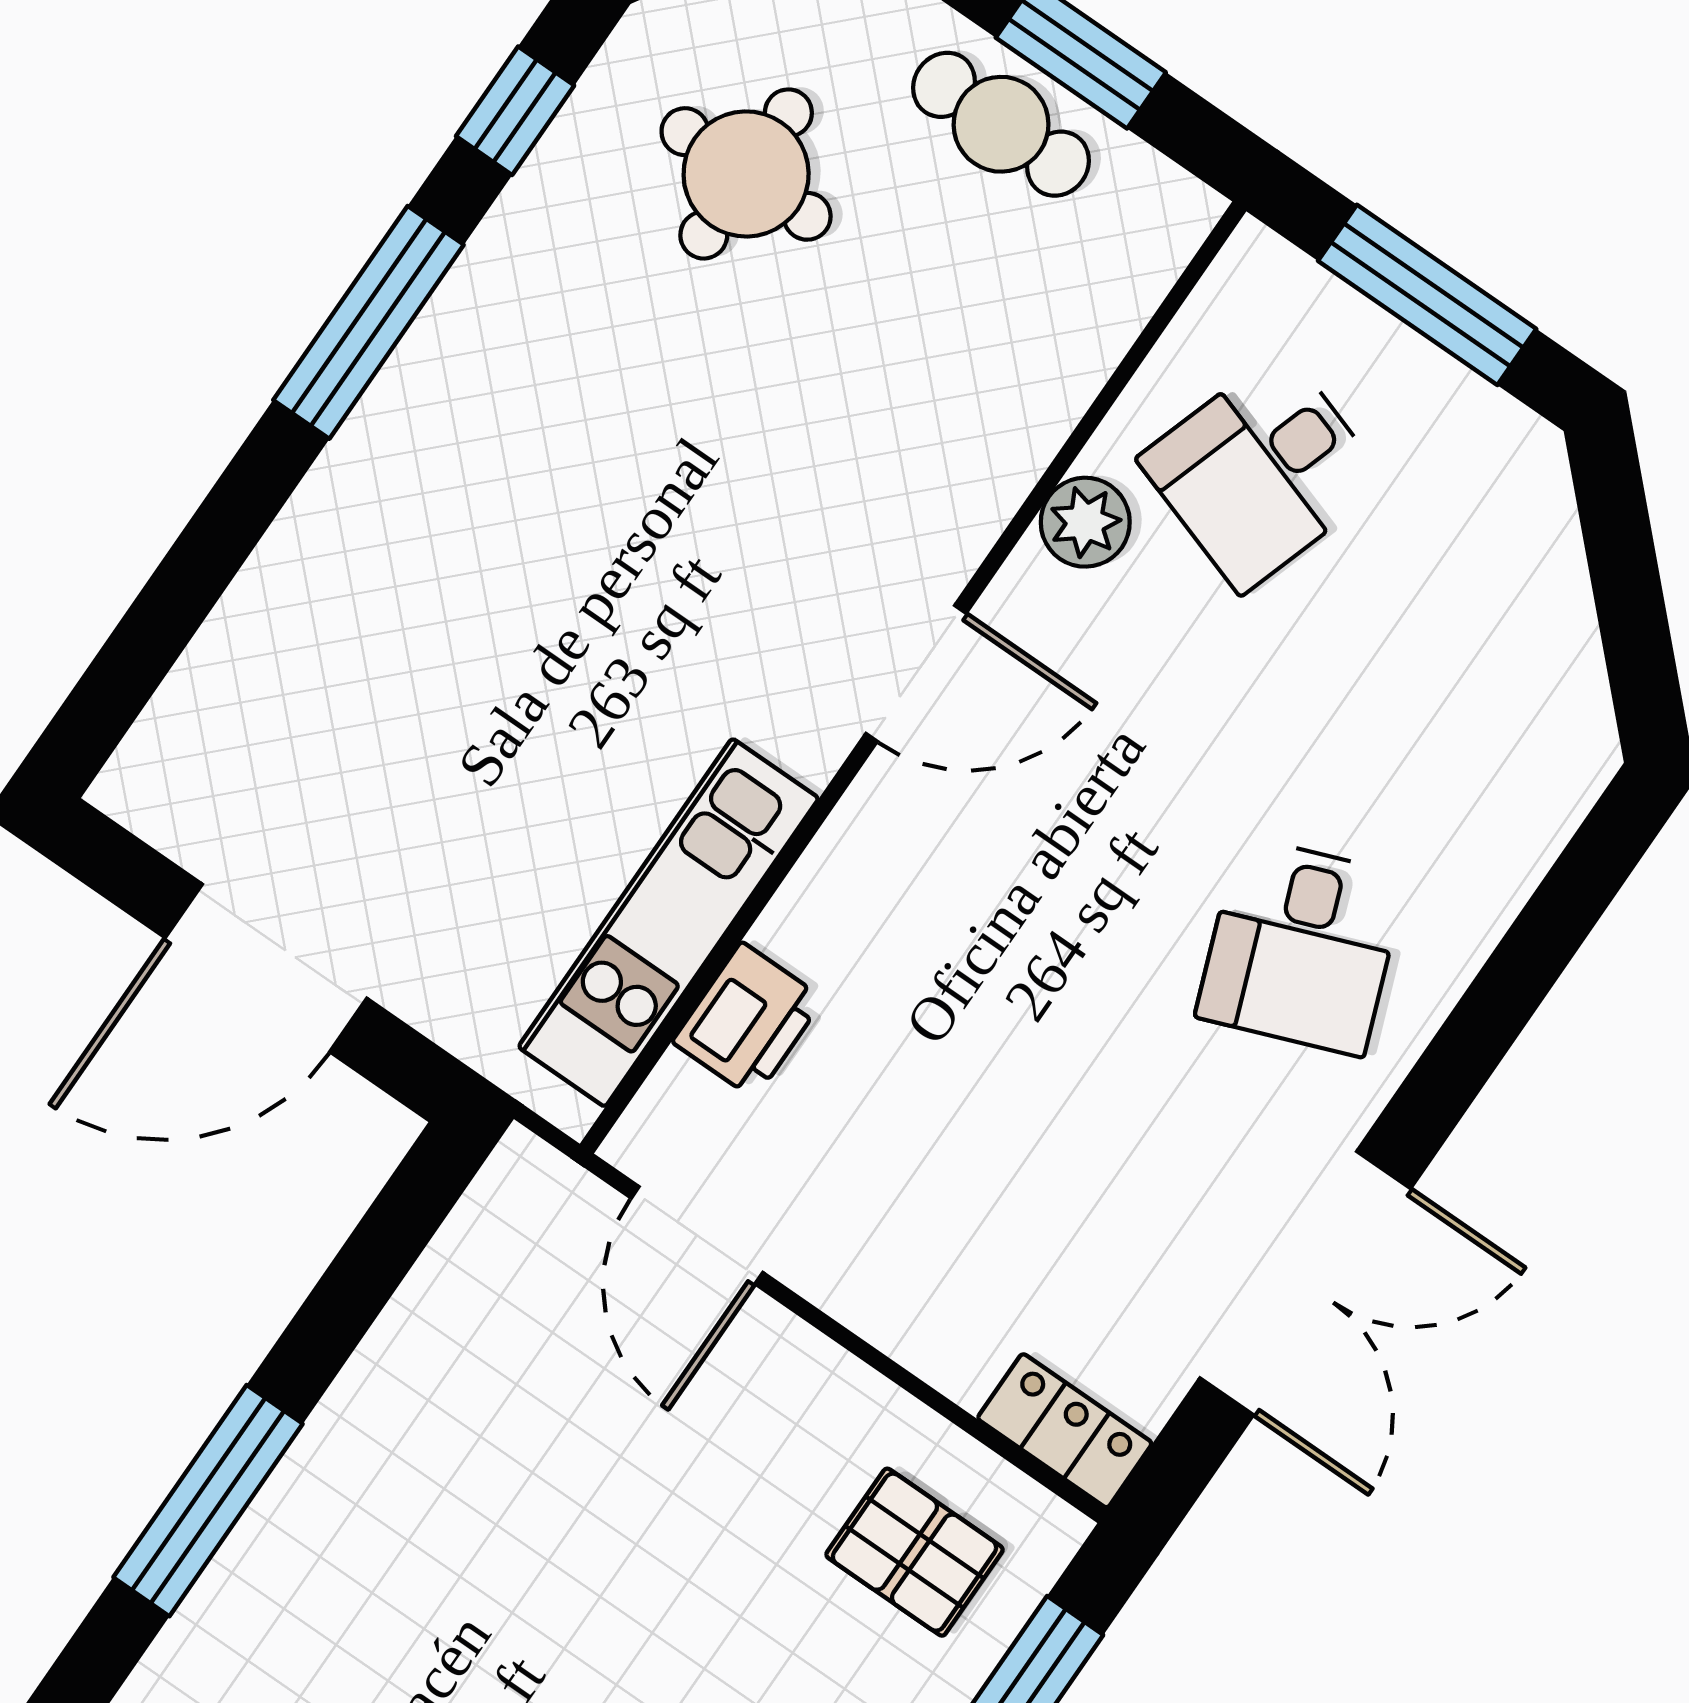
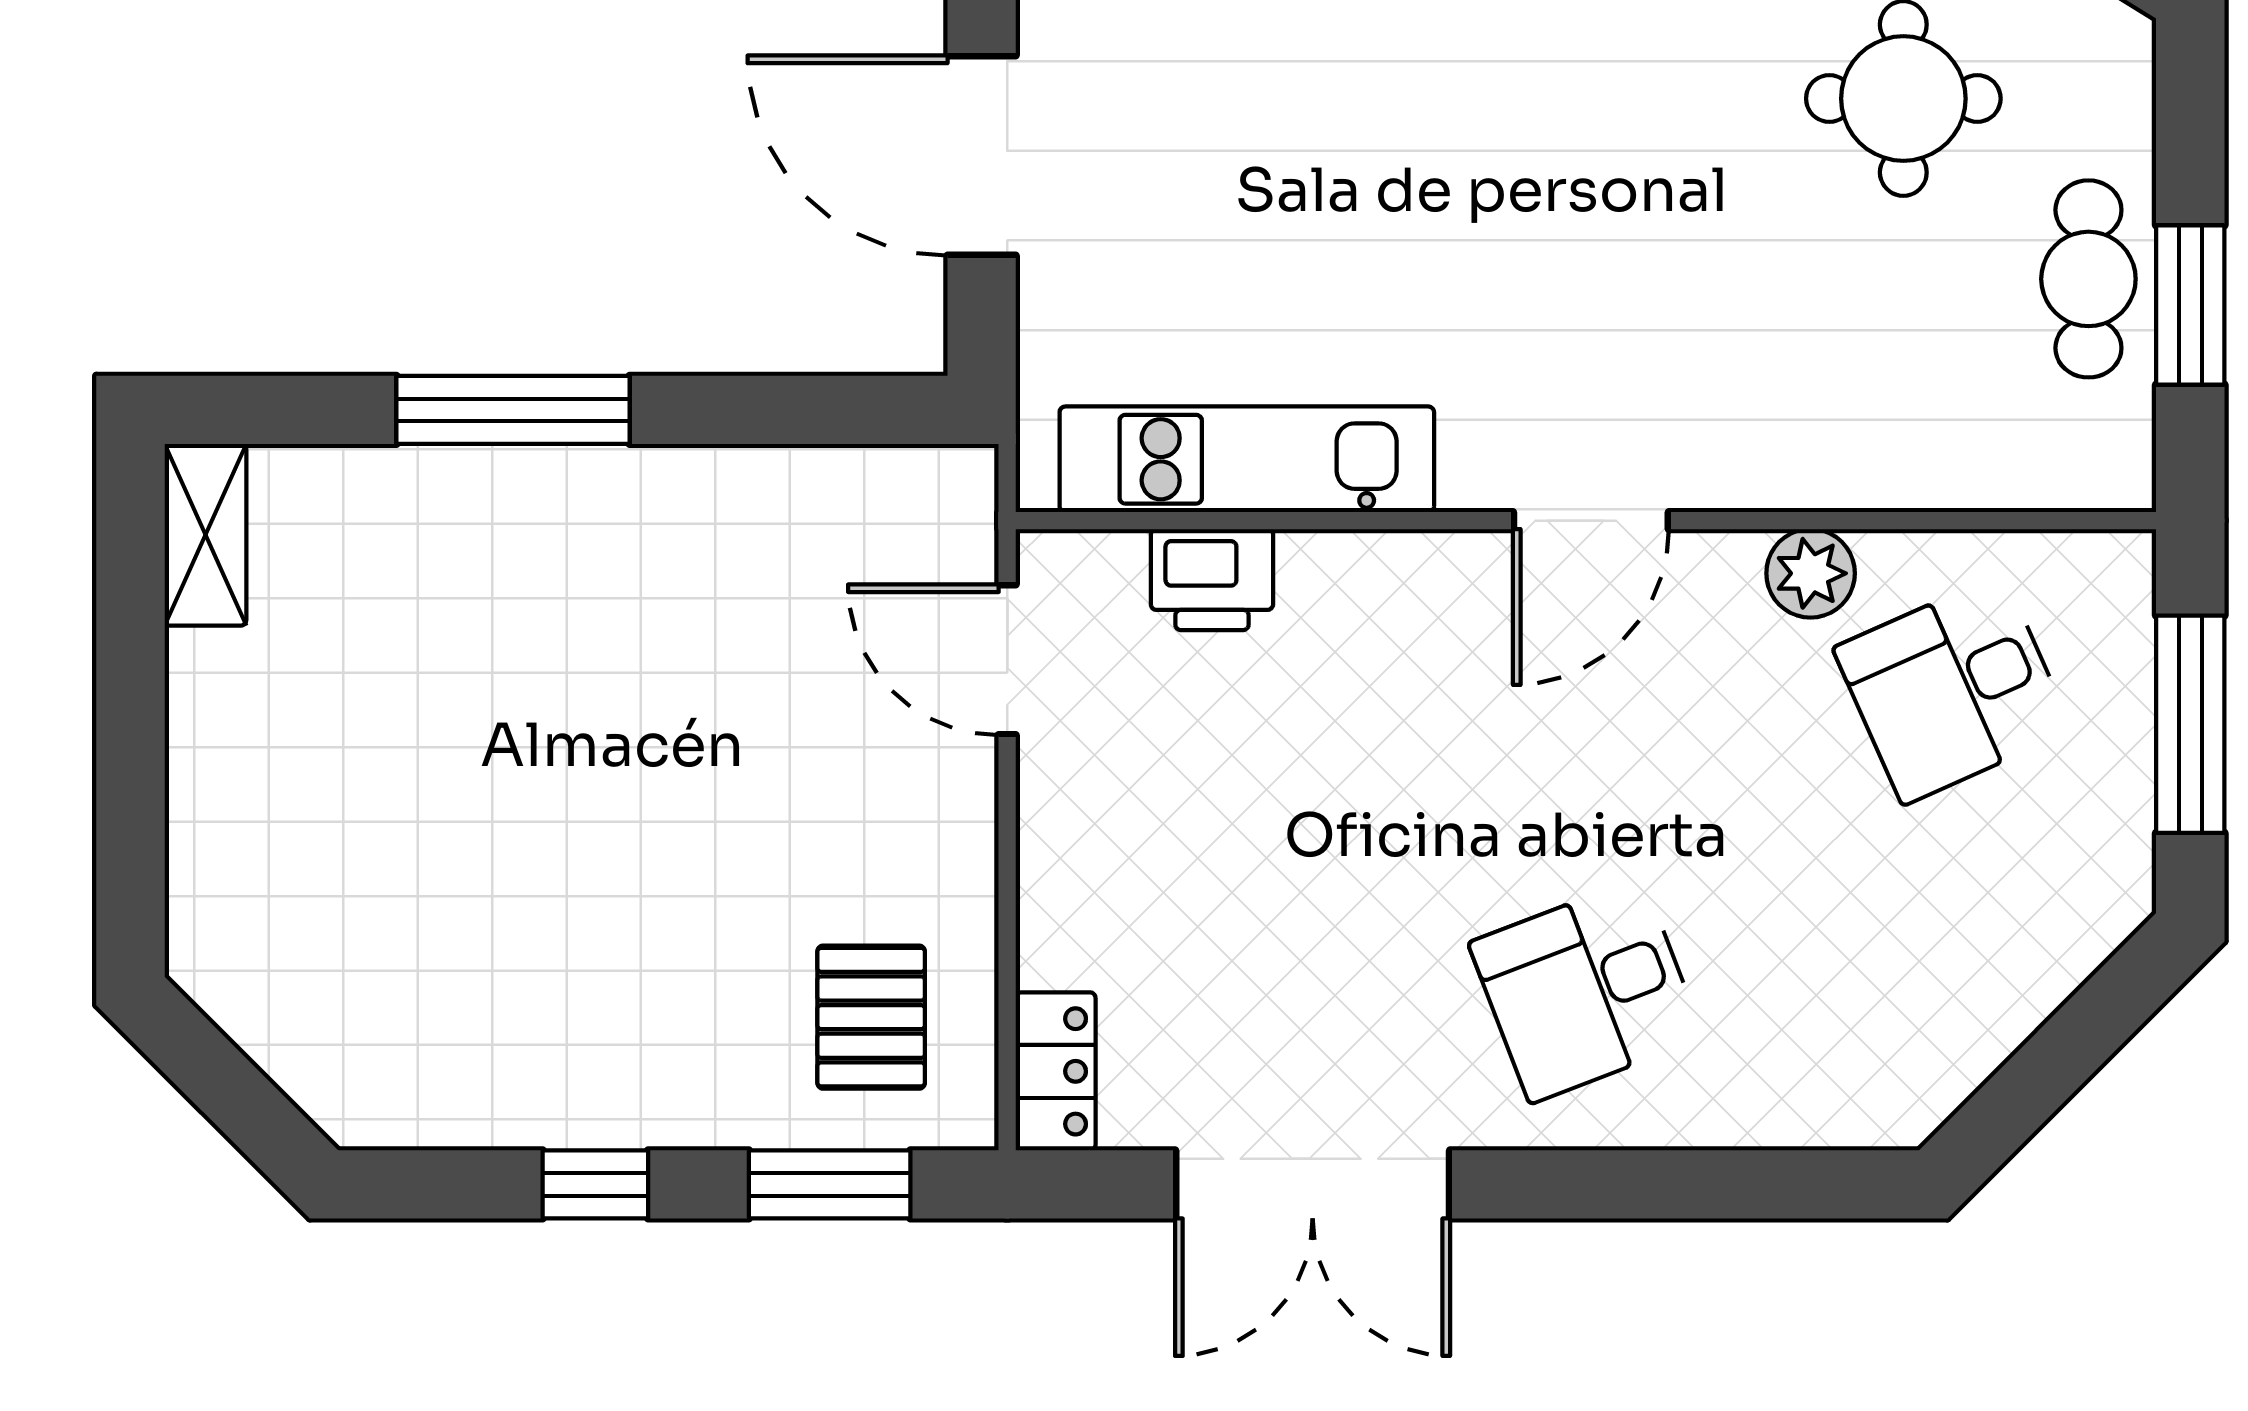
desk: (1262, 471) -> (1953, 689), turned -42
door: (916, 673) -> (1591, 521), hinge flipped
door: (697, 1235) -> (1007, 660), hinge flipped

